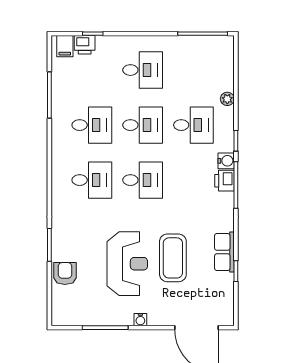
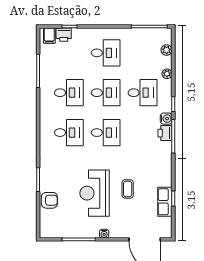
plant: (227, 66) -> (167, 50), added
row of seats: (224, 252) -> (165, 202), moved
coffee table: (173, 258) -> (128, 189), width x0.54, depth x0.58
reception desk: (127, 264) -> (95, 193), turned 180
armchair: (65, 274) -> (49, 200), turned 90

